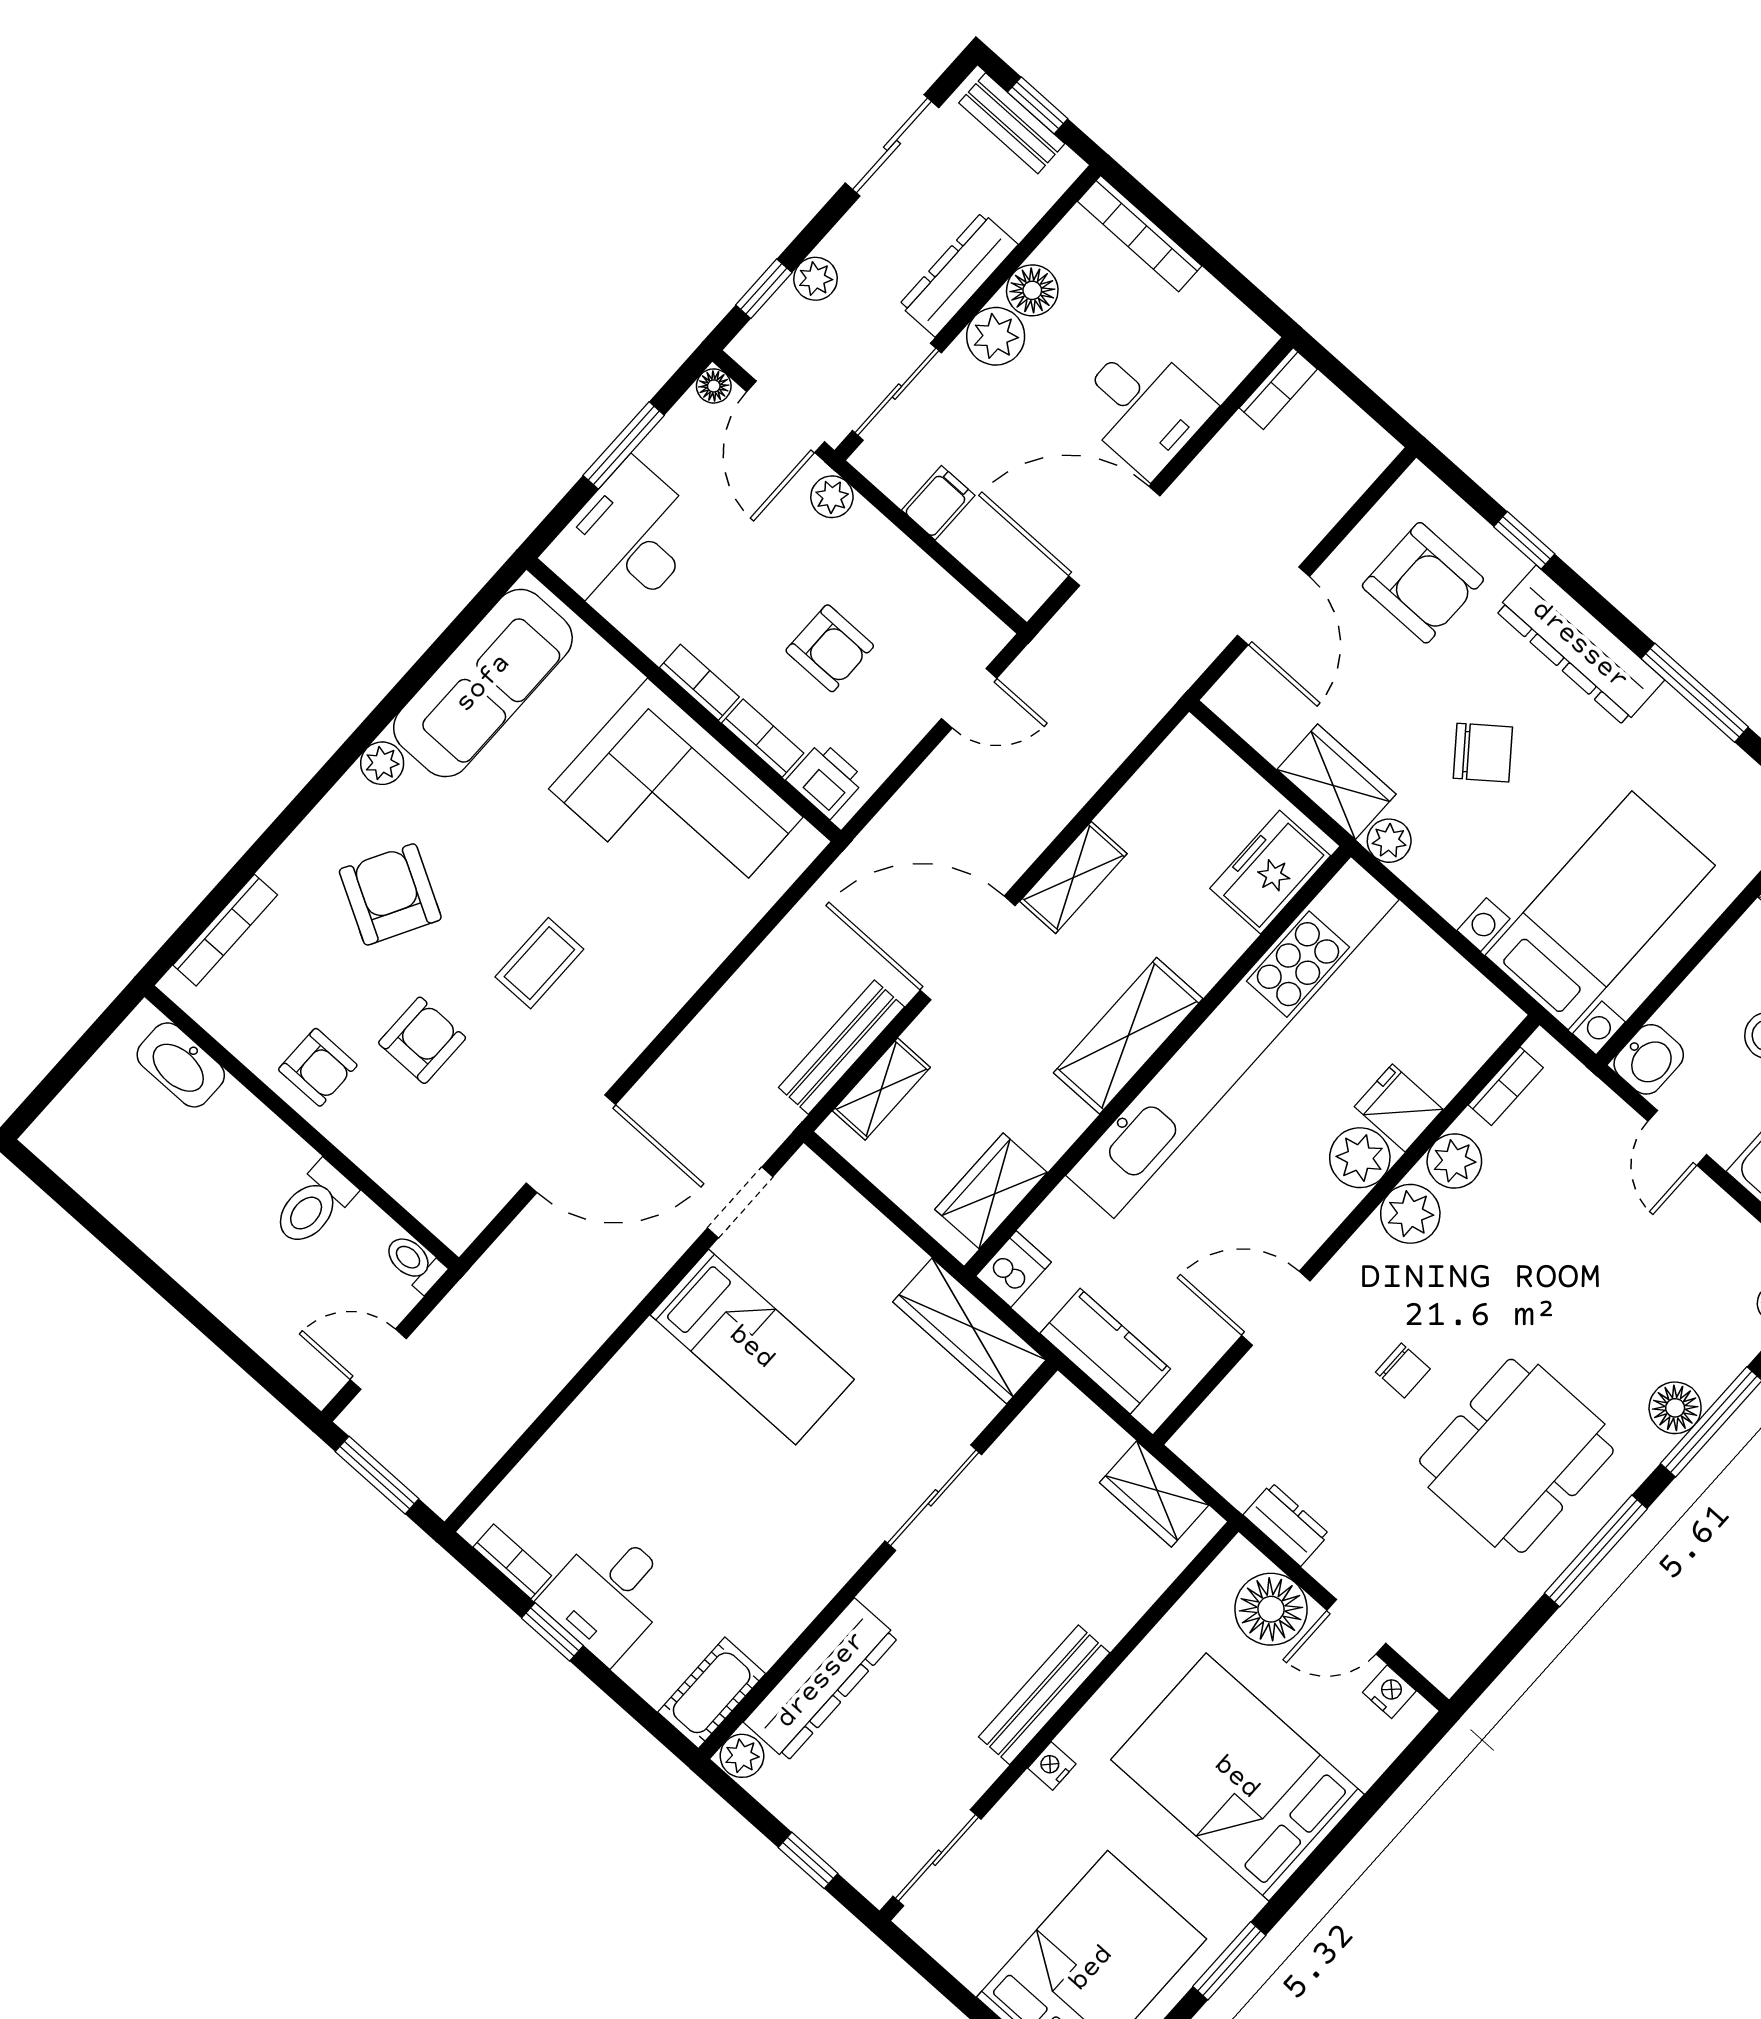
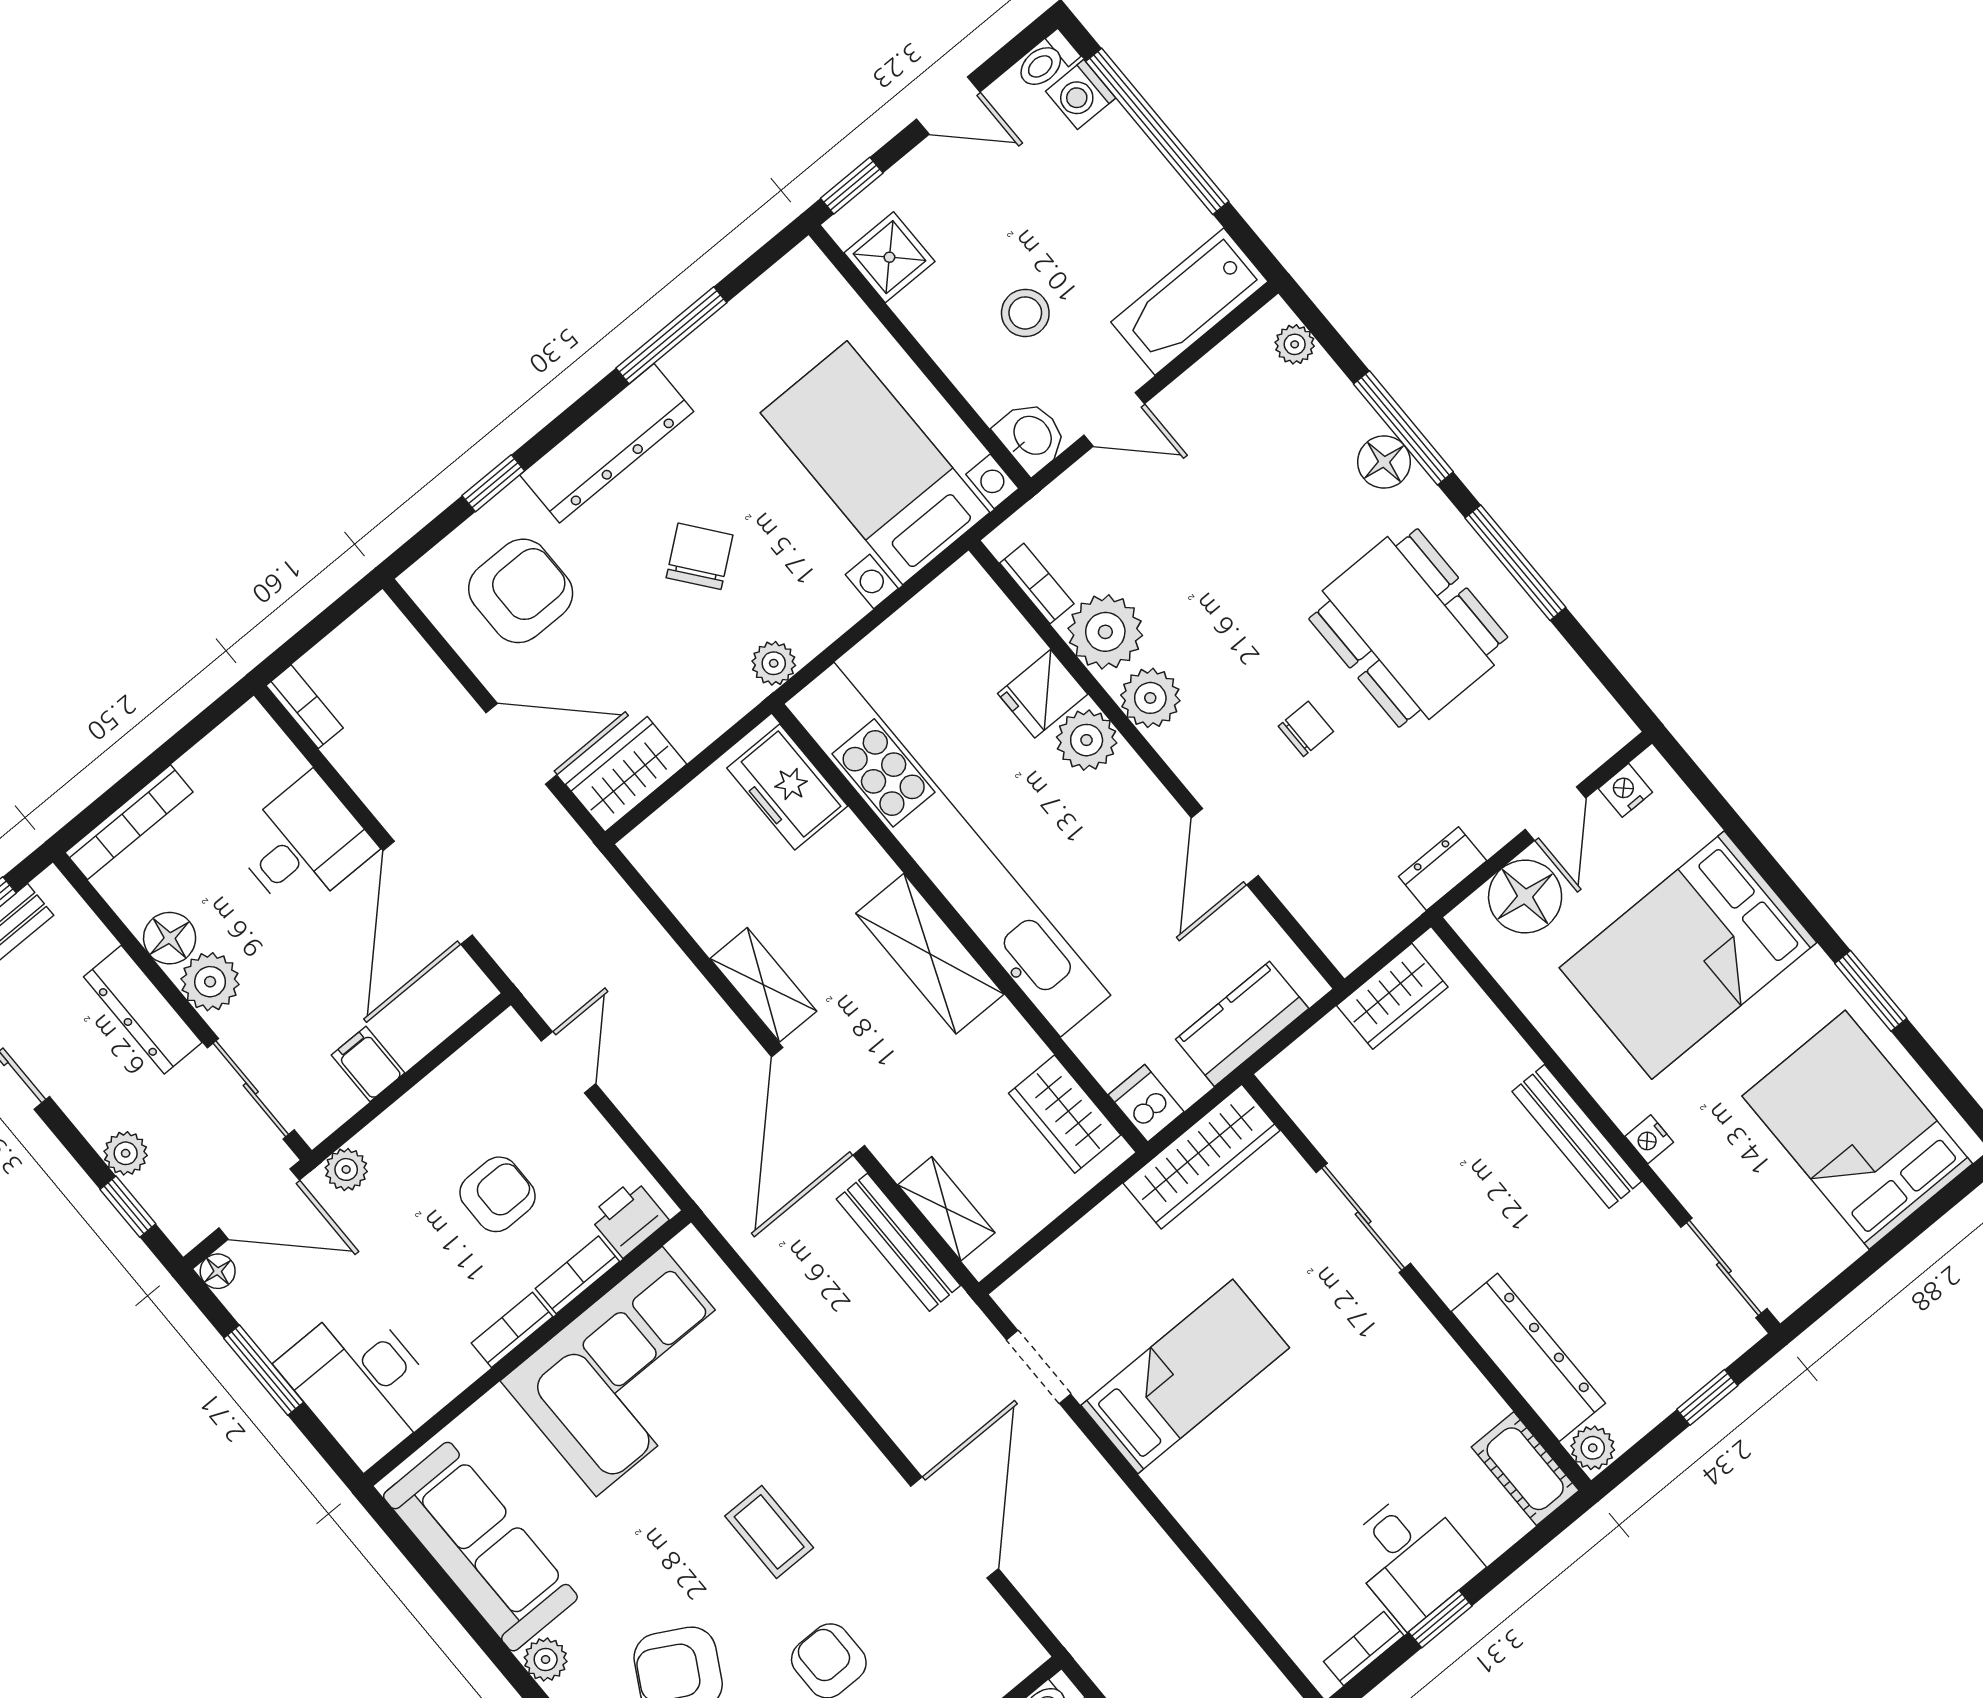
wardrobe: (1336, 782) -> (626, 774), moved
plant: (1454, 1161) -> (1105, 632), width x1.36, depth x1.36

